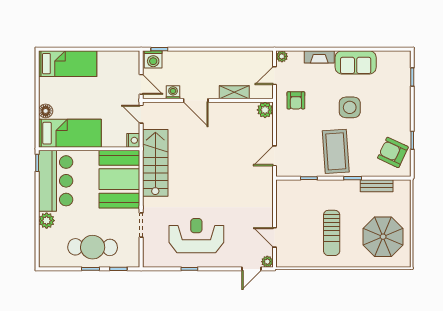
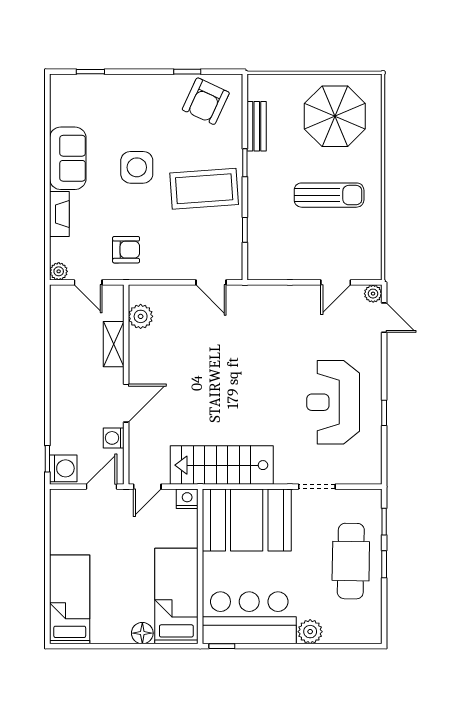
plant: (265, 110) -> (141, 316), moved

